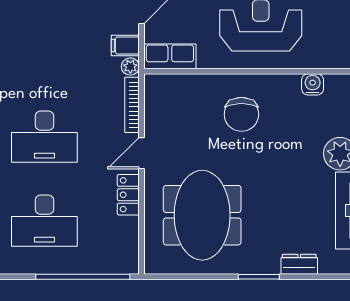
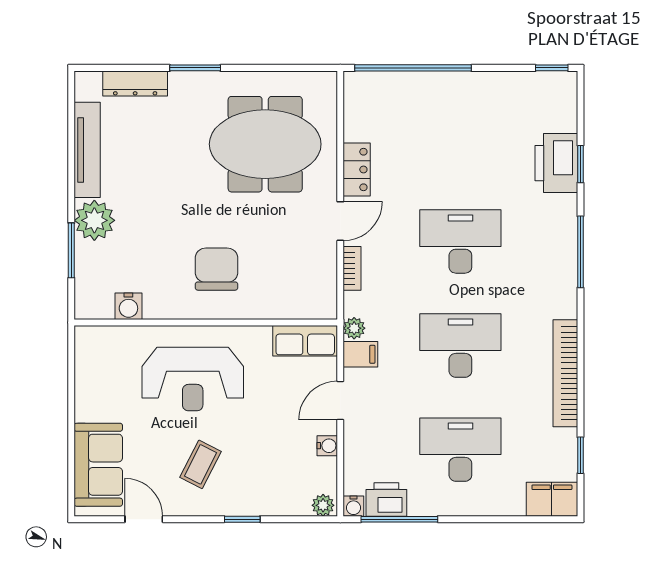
bookcase: (132, 105) -> (352, 268), width x0.64
meeting table: (202, 215) -> (265, 144), turned 90
desk: (44, 221) -> (460, 346), moved
dresser: (299, 264) -> (135, 83), width x1.44

